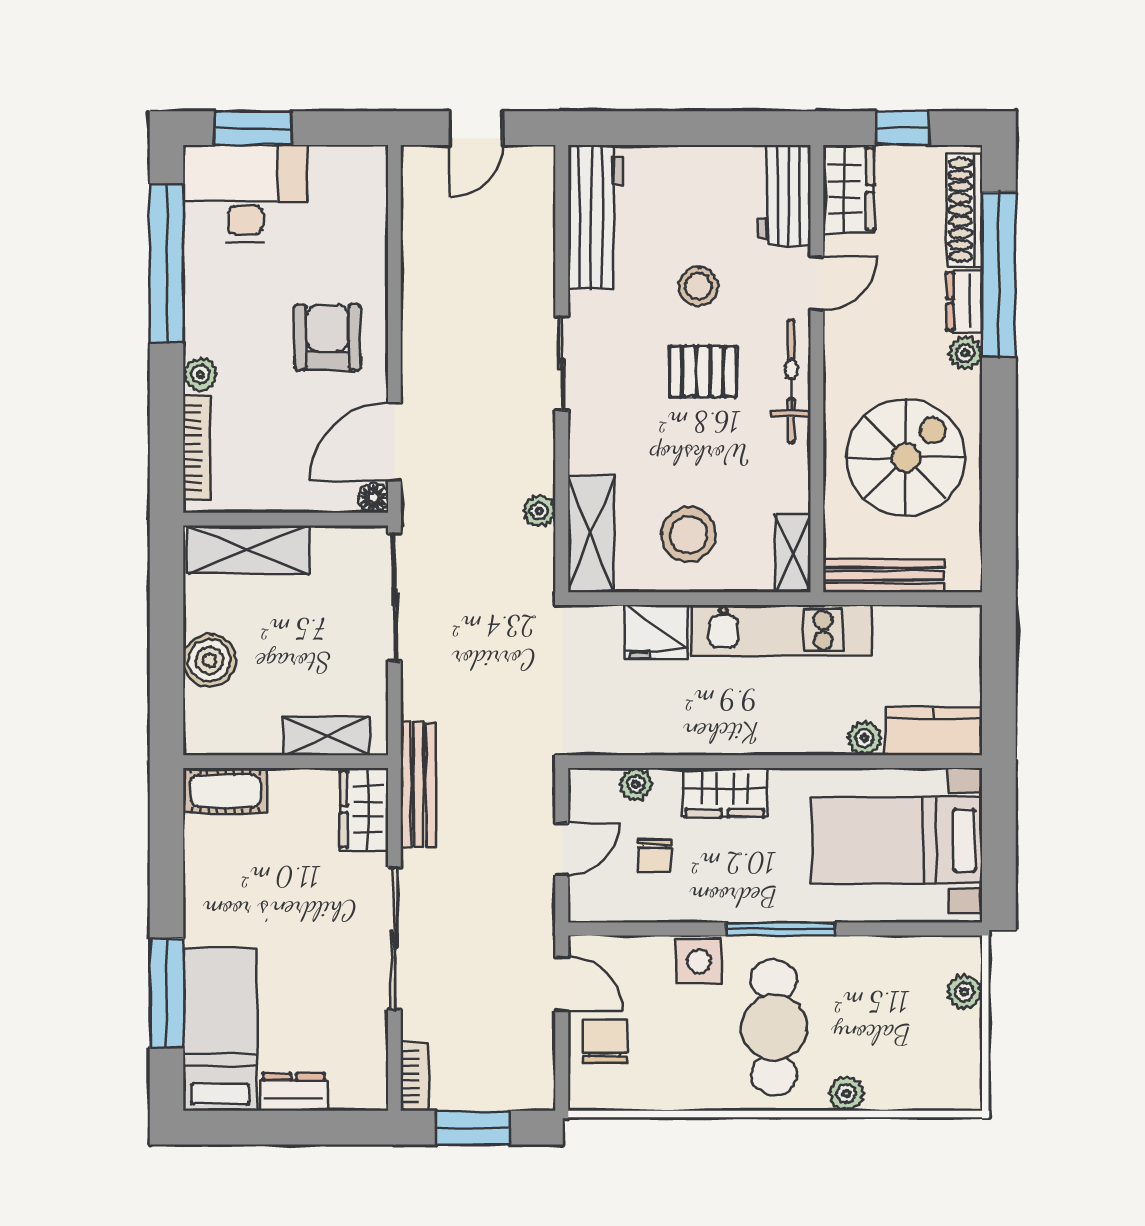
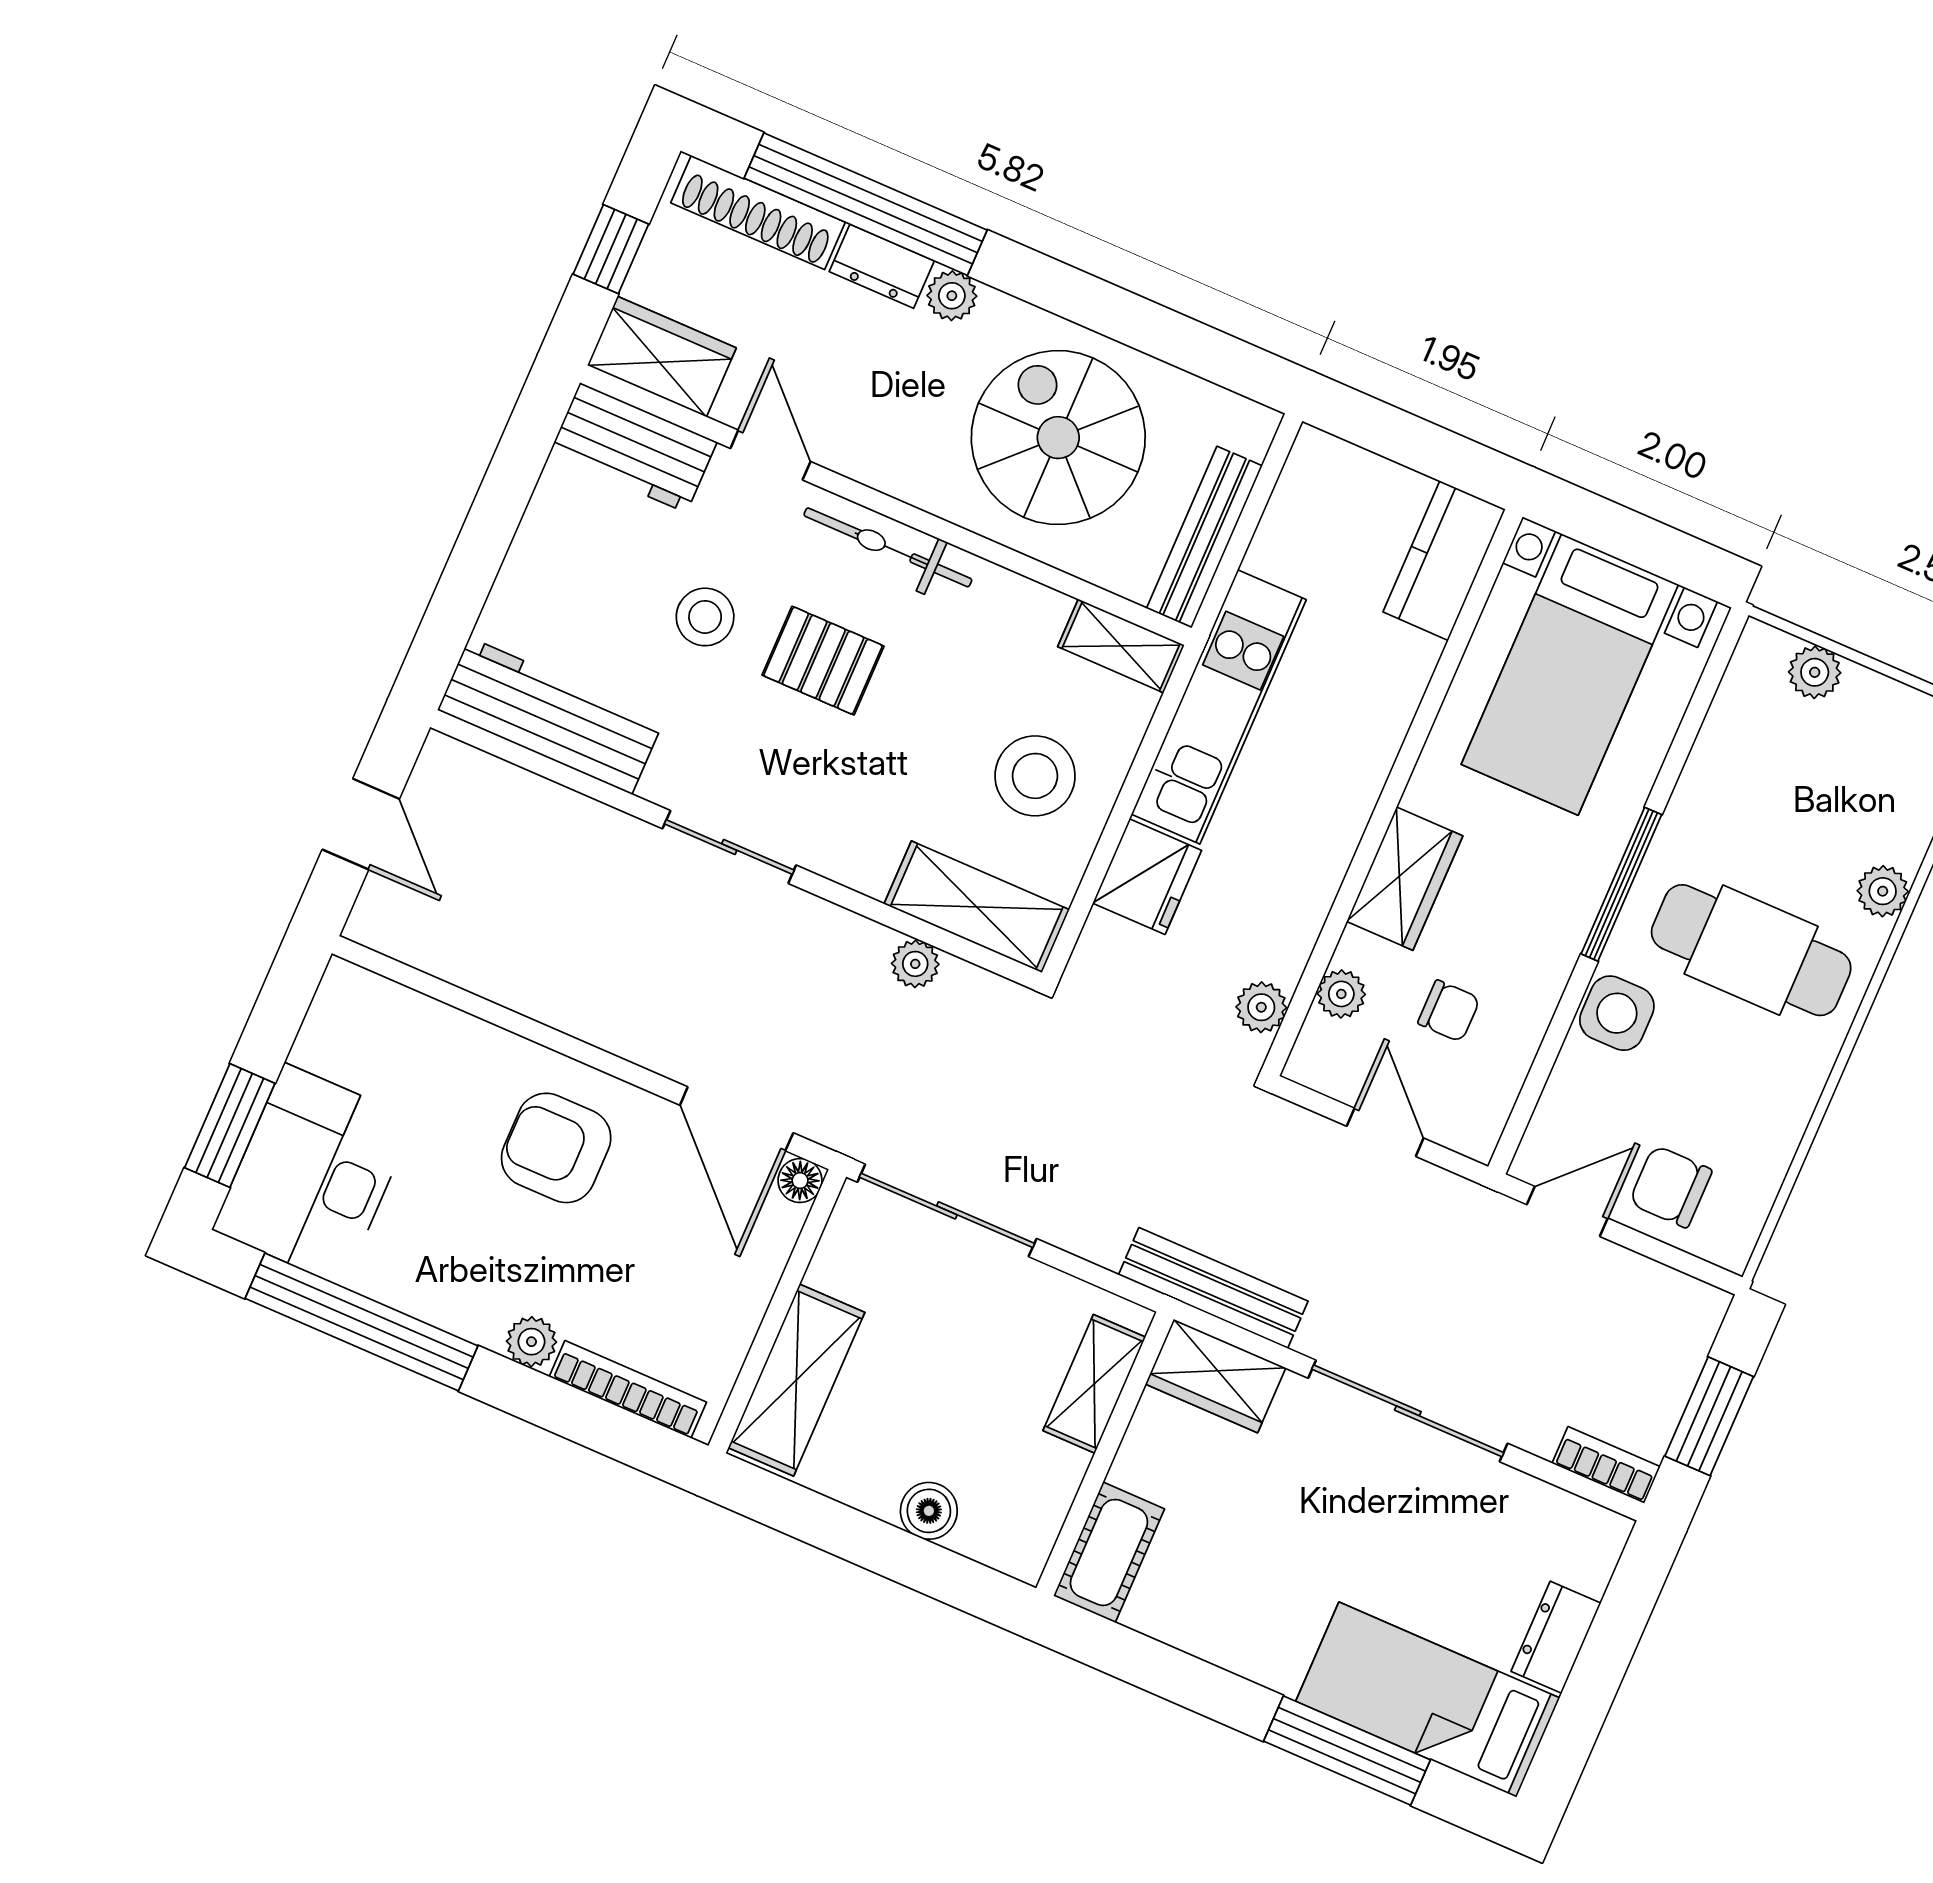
pallet: (703, 372) -> (823, 661), turned 90
boiler: (210, 661) -> (929, 1511), width x0.73, depth x0.73
plant: (864, 738) -> (1261, 1007), moved

